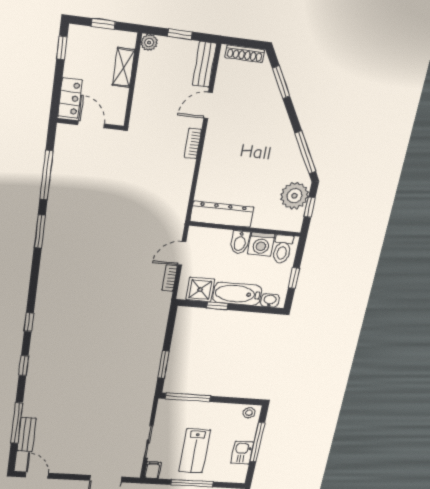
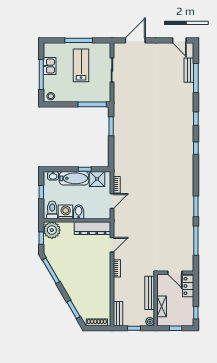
bench: (142, 94) -> (150, 293), added
door: (208, 105) -> (112, 245), moved
plant: (294, 196) -> (52, 230), moved
filing cabinet: (153, 470) -> (106, 49), removed

